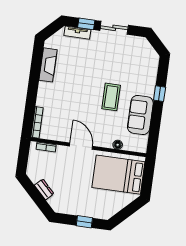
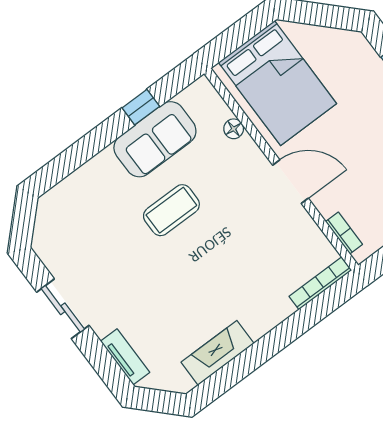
window: (86, 24) -> (99, 357), removed
window: (160, 94) -> (141, 107), moved
door: (81, 146) -> (290, 182), swing flipped

